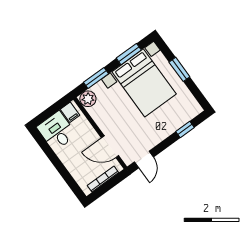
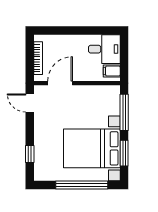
window: (179, 69) -> (82, 185), width x2.11
window: (96, 78) -> (124, 112), width x1.44
plant: (88, 99) -> (112, 93), removed

